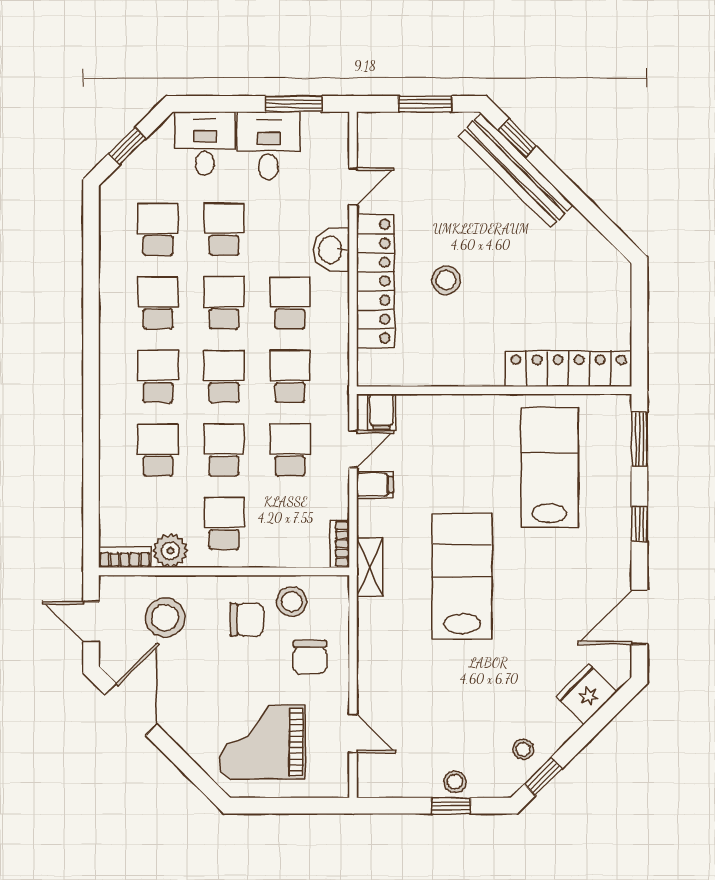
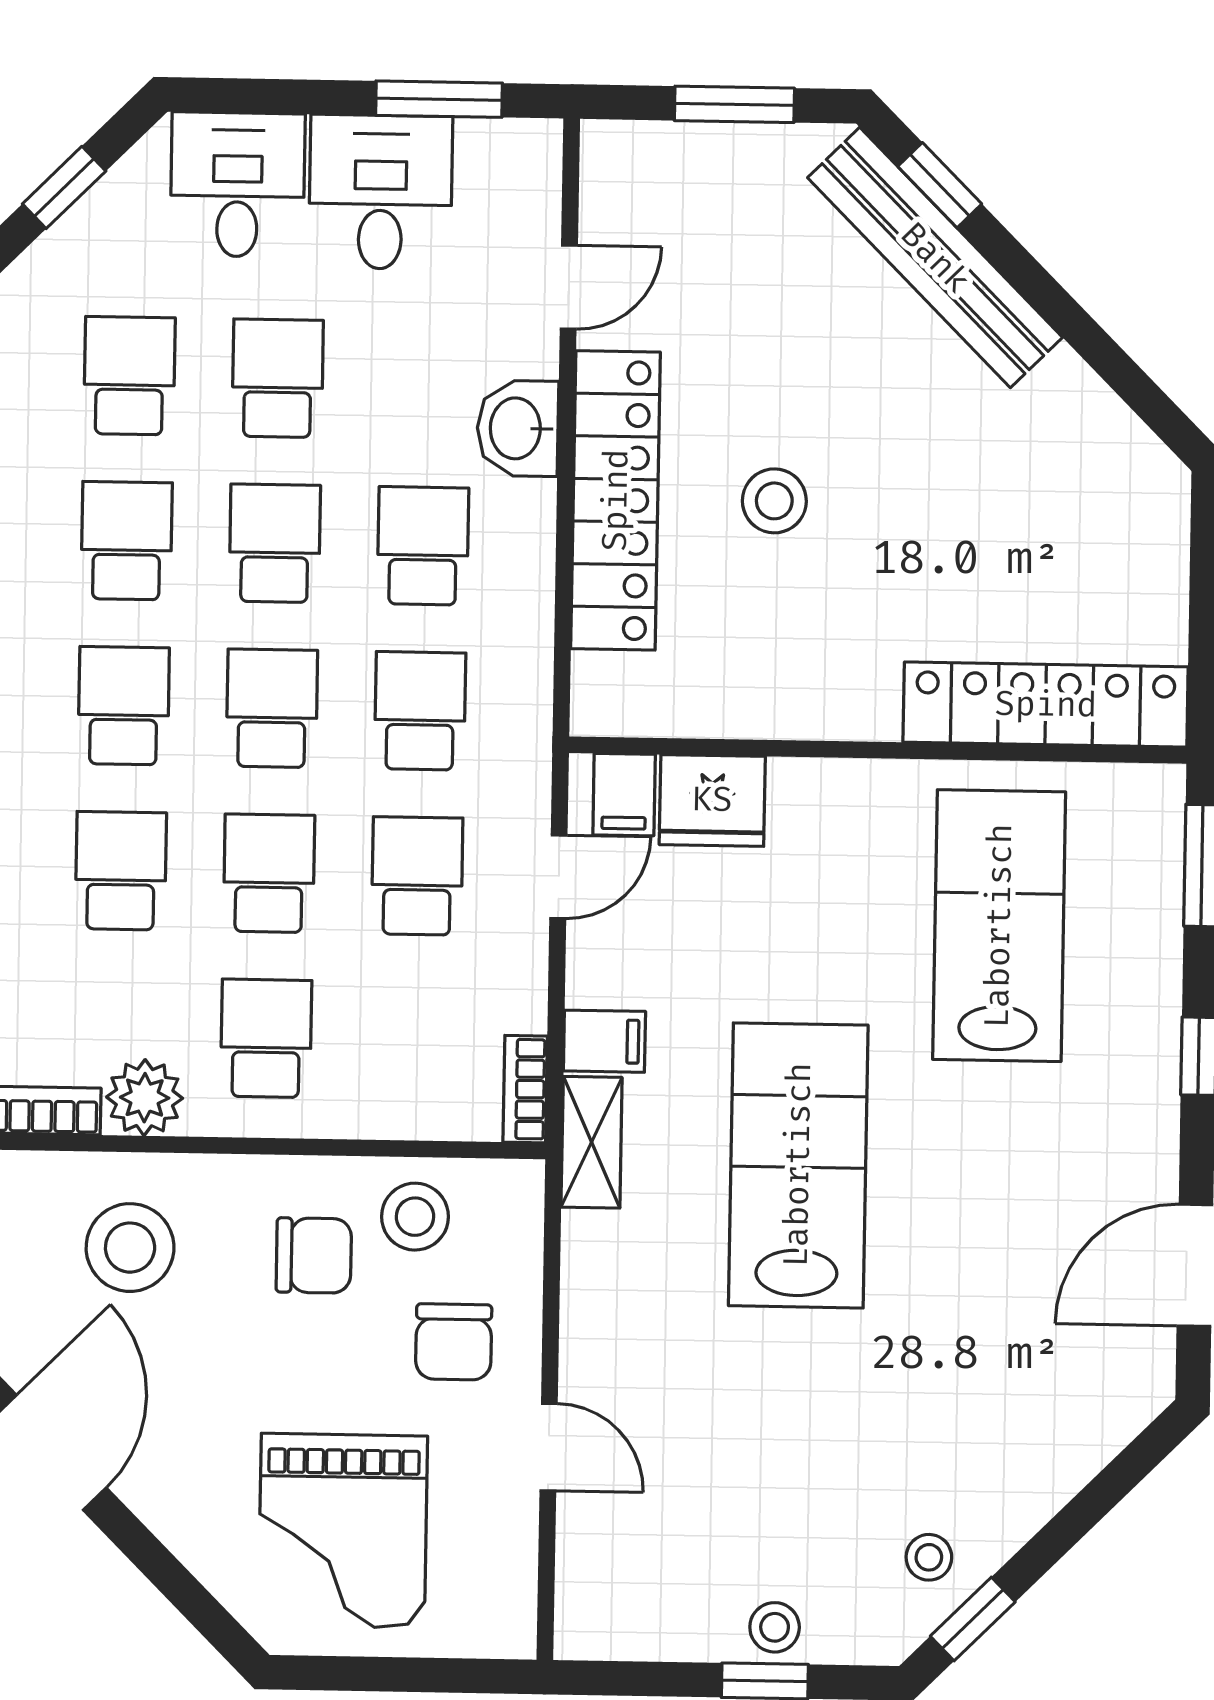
filing cabinet: (375, 485) -> (604, 1041), moved
fridge: (586, 694) -> (712, 800), moved, turned -135
door: (353, 734) -> (549, 1447), moved
grand piano: (262, 742) -> (343, 1531), turned -90

